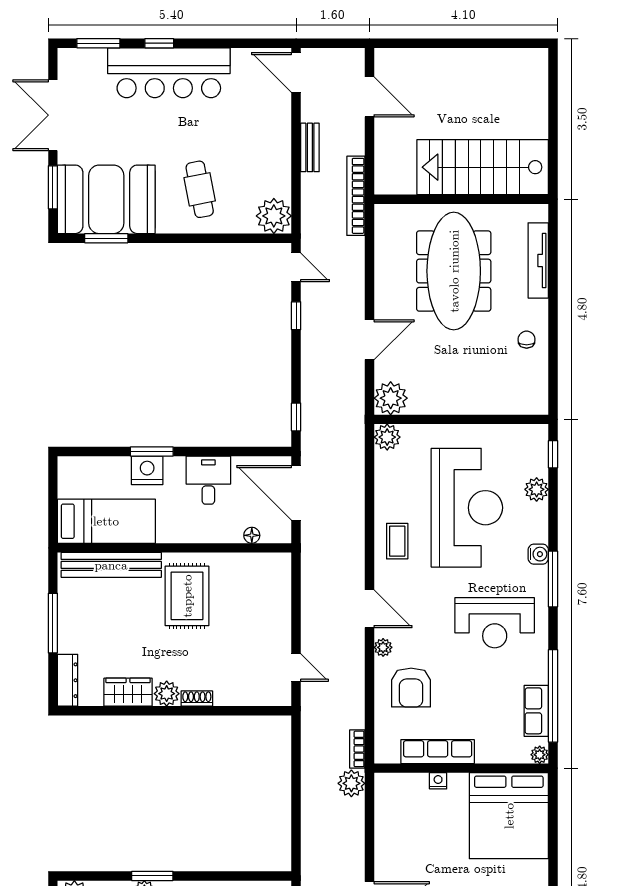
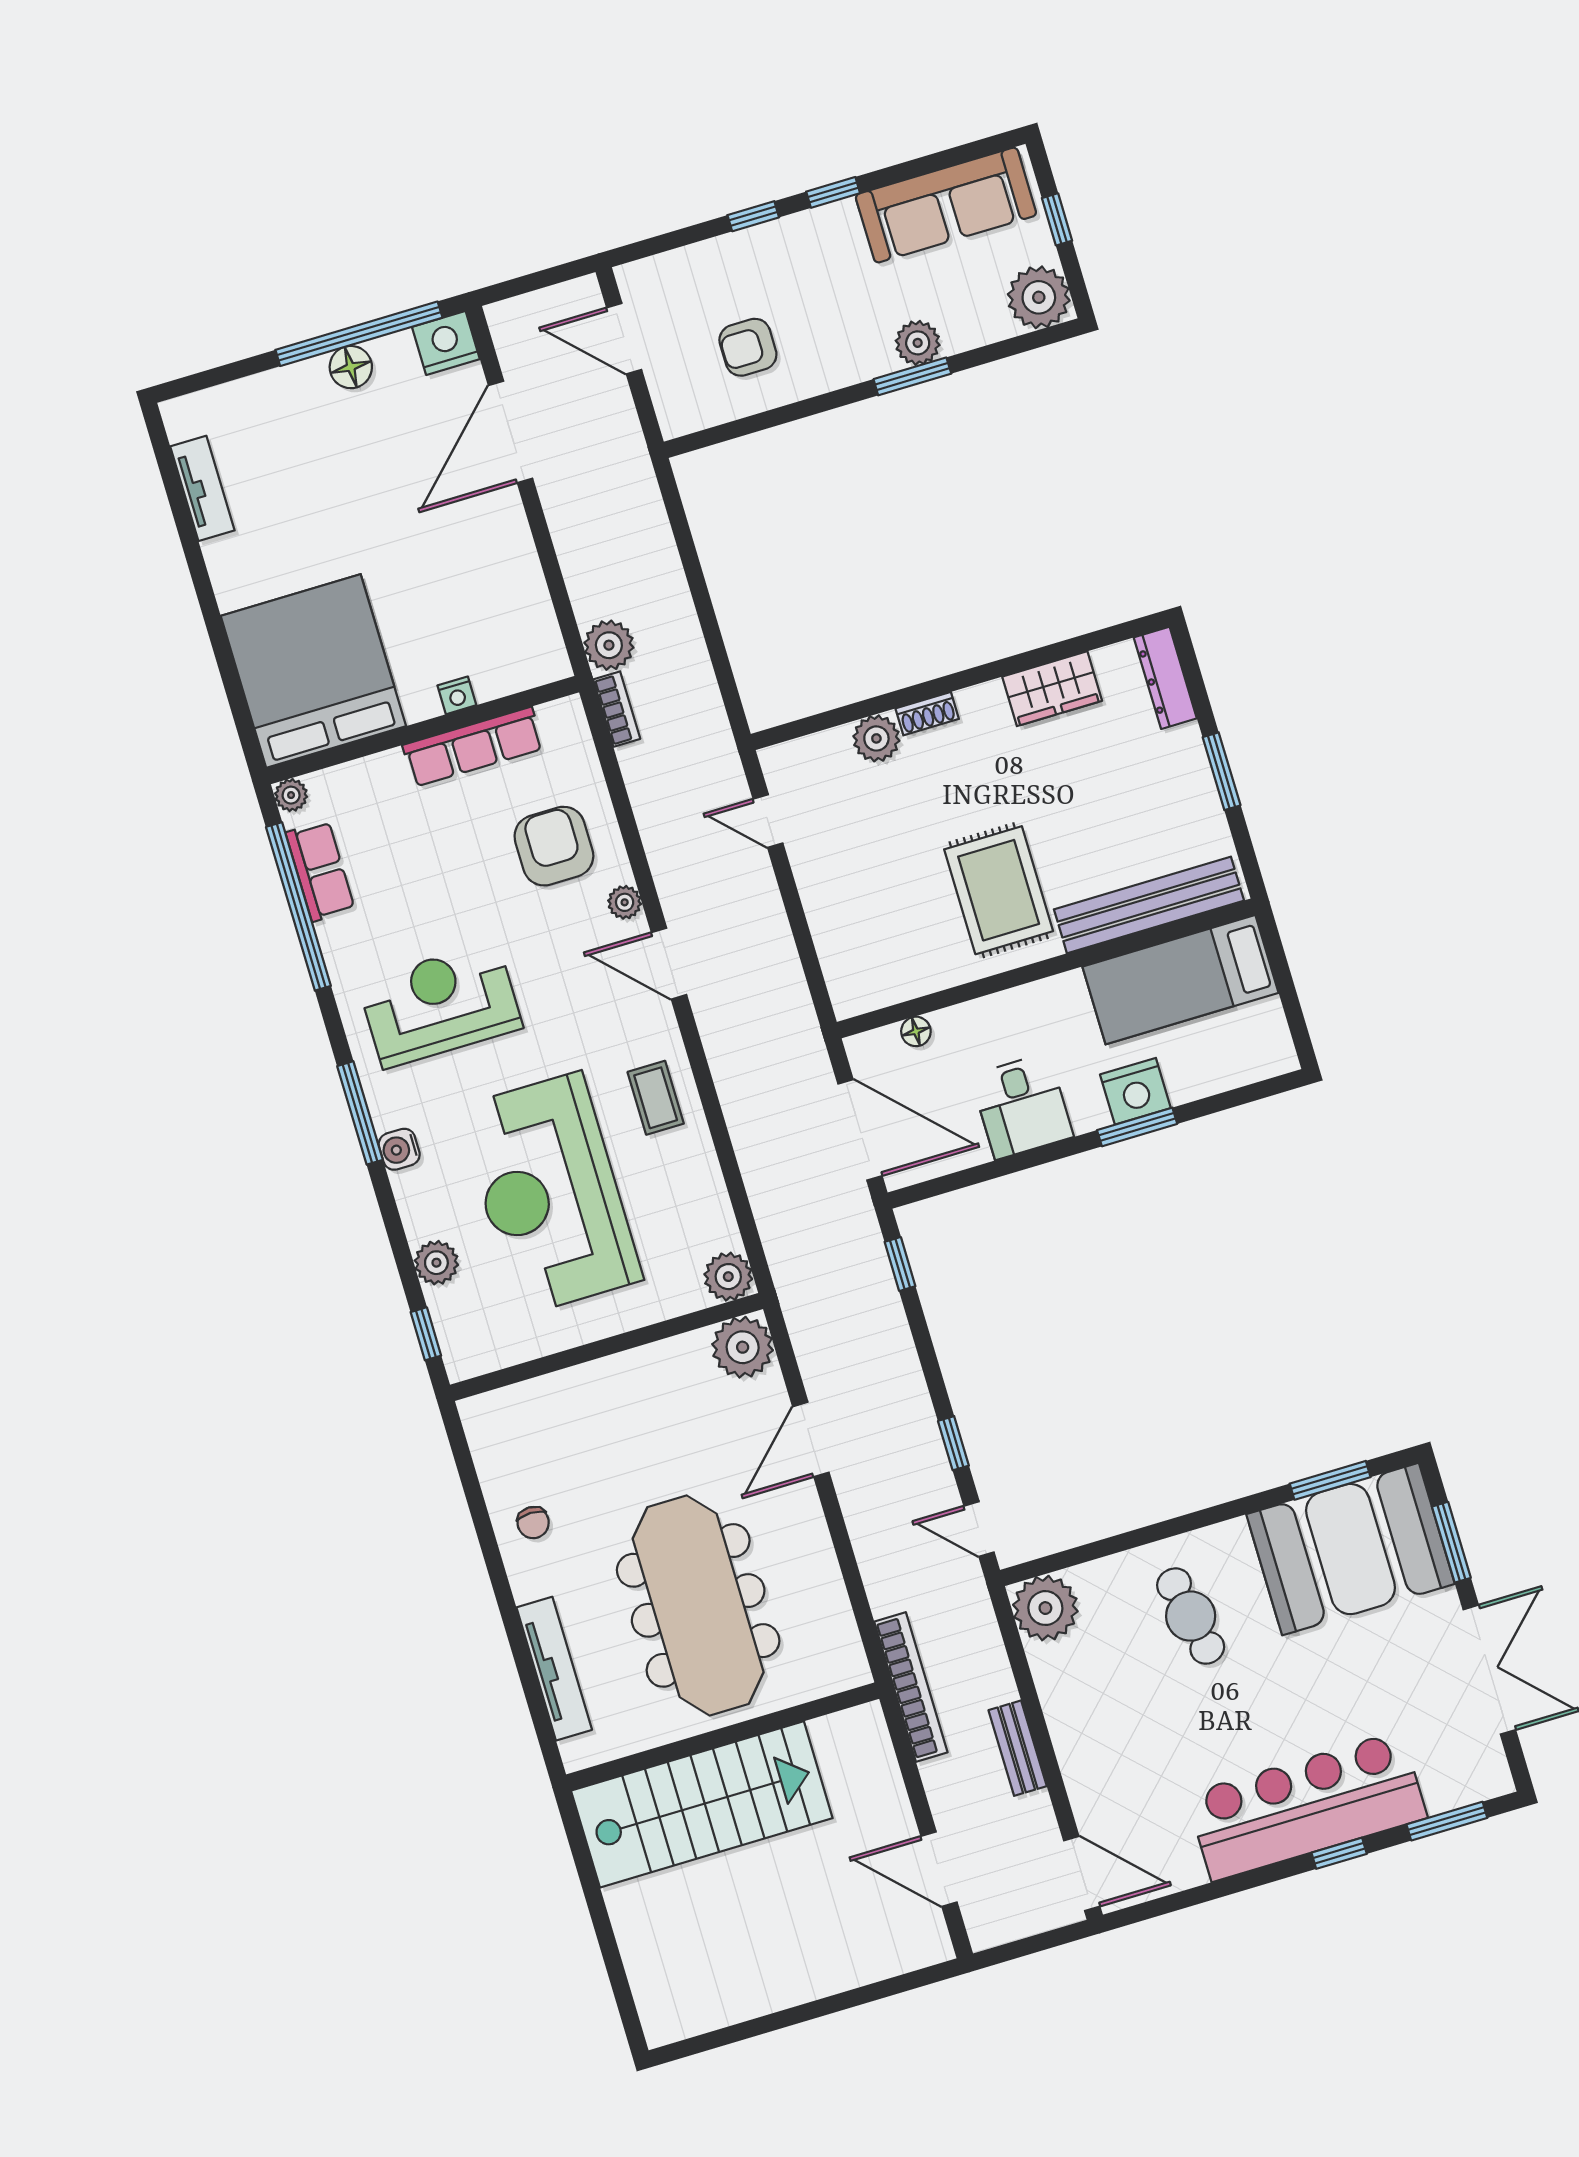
window: (53, 623) -> (1222, 771), width x0.69
plant: (167, 694) -> (876, 738), moved

